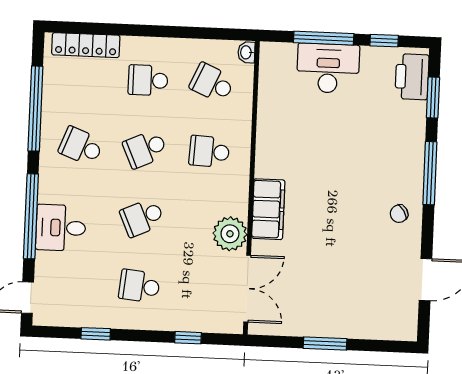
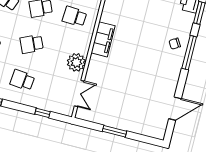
filing cabinet: (268, 209) -> (103, 39), moved
chair: (399, 214) -> (175, 44), moved
double door: (247, 289) -> (79, 93), width x0.73

